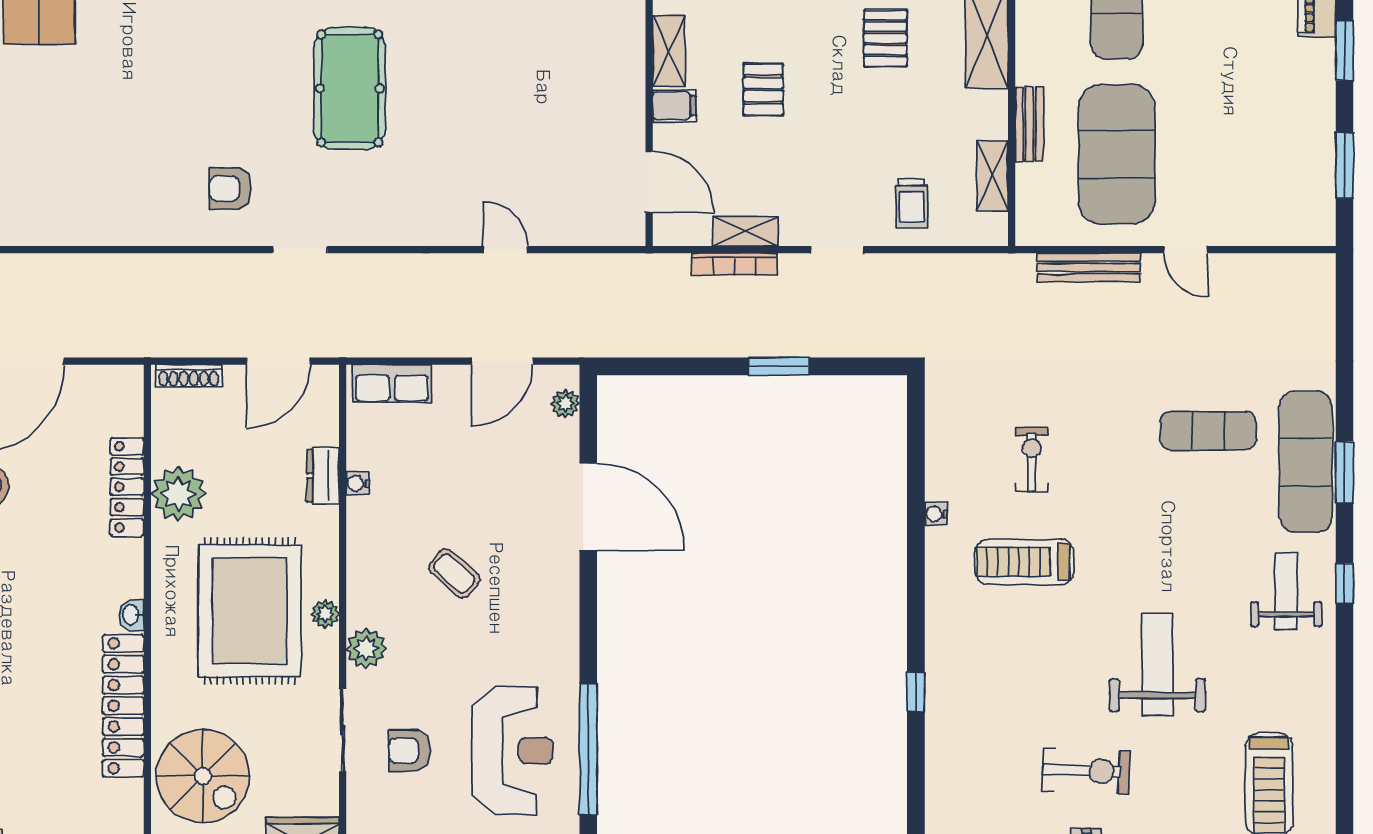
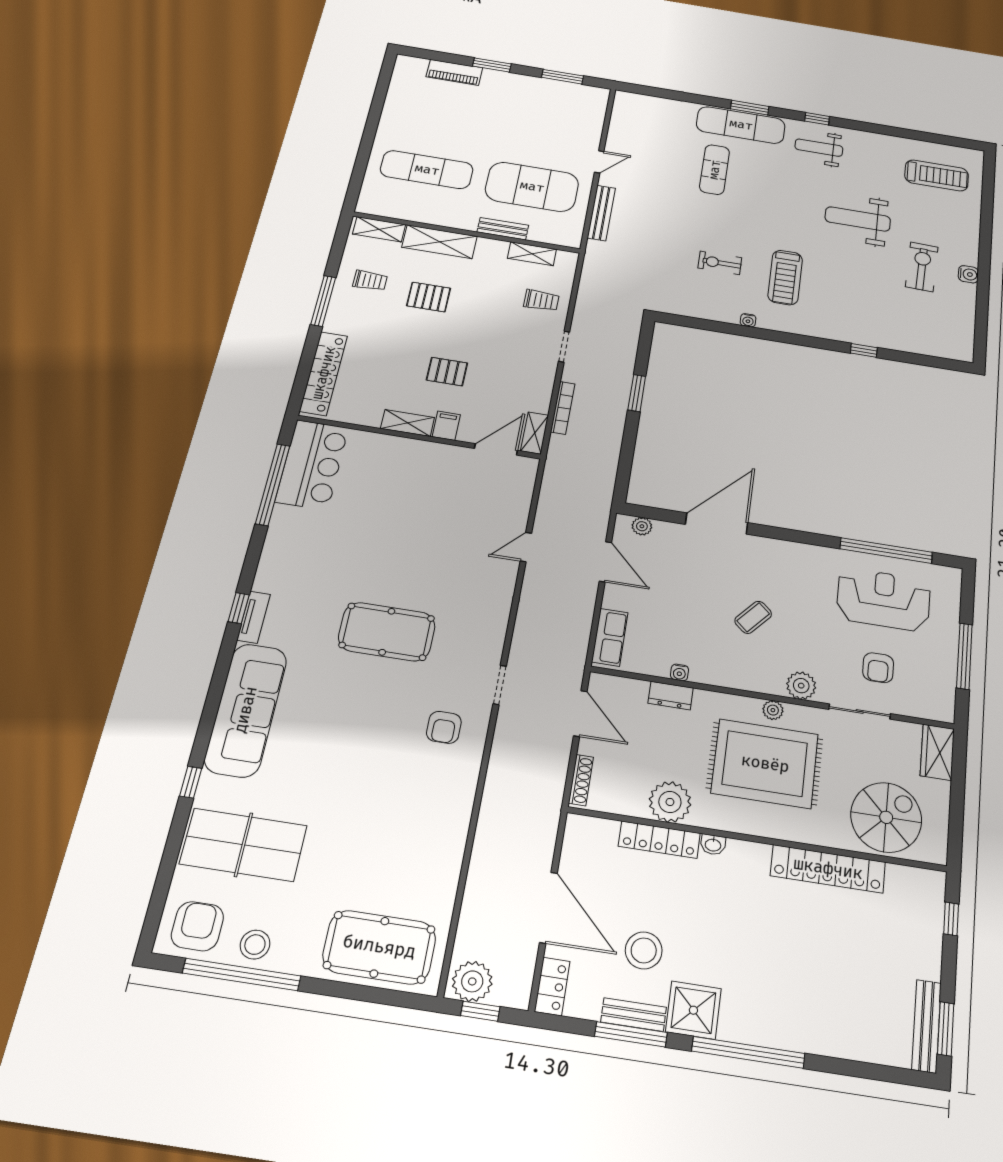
shelving: (746, 231) -> (535, 433), moved
washbasin: (131, 615) -> (713, 845), moved

